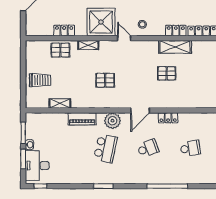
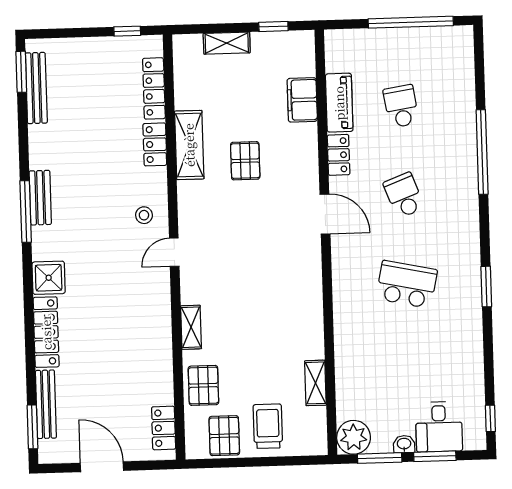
shower: (101, 22) -> (142, 302), removed
locker: (64, 30) -> (164, 428), moved
pallet: (105, 80) -> (224, 436), moved
filing cabinet: (195, 101) -> (302, 100), added
piano: (82, 119) -> (339, 103), moved
plant: (112, 121) -> (354, 437), moved
desk: (37, 166) -> (439, 427), width x0.73

